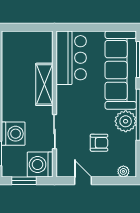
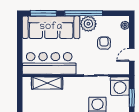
bar counter: (71, 58) -> (49, 63), width x1.36
shelving: (44, 84) -> (47, 83), moved

